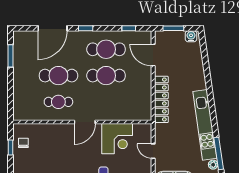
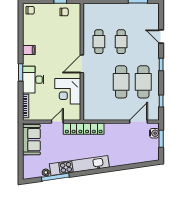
door: (52, 28) -> (161, 37), width x0.53
water cooler: (191, 36) -> (154, 133), moved
cafe table: (58, 76) -> (121, 42), width x0.73, depth x0.74
locker: (161, 99) -> (84, 129), moved
door: (85, 122) -> (82, 64), hinge flipped

